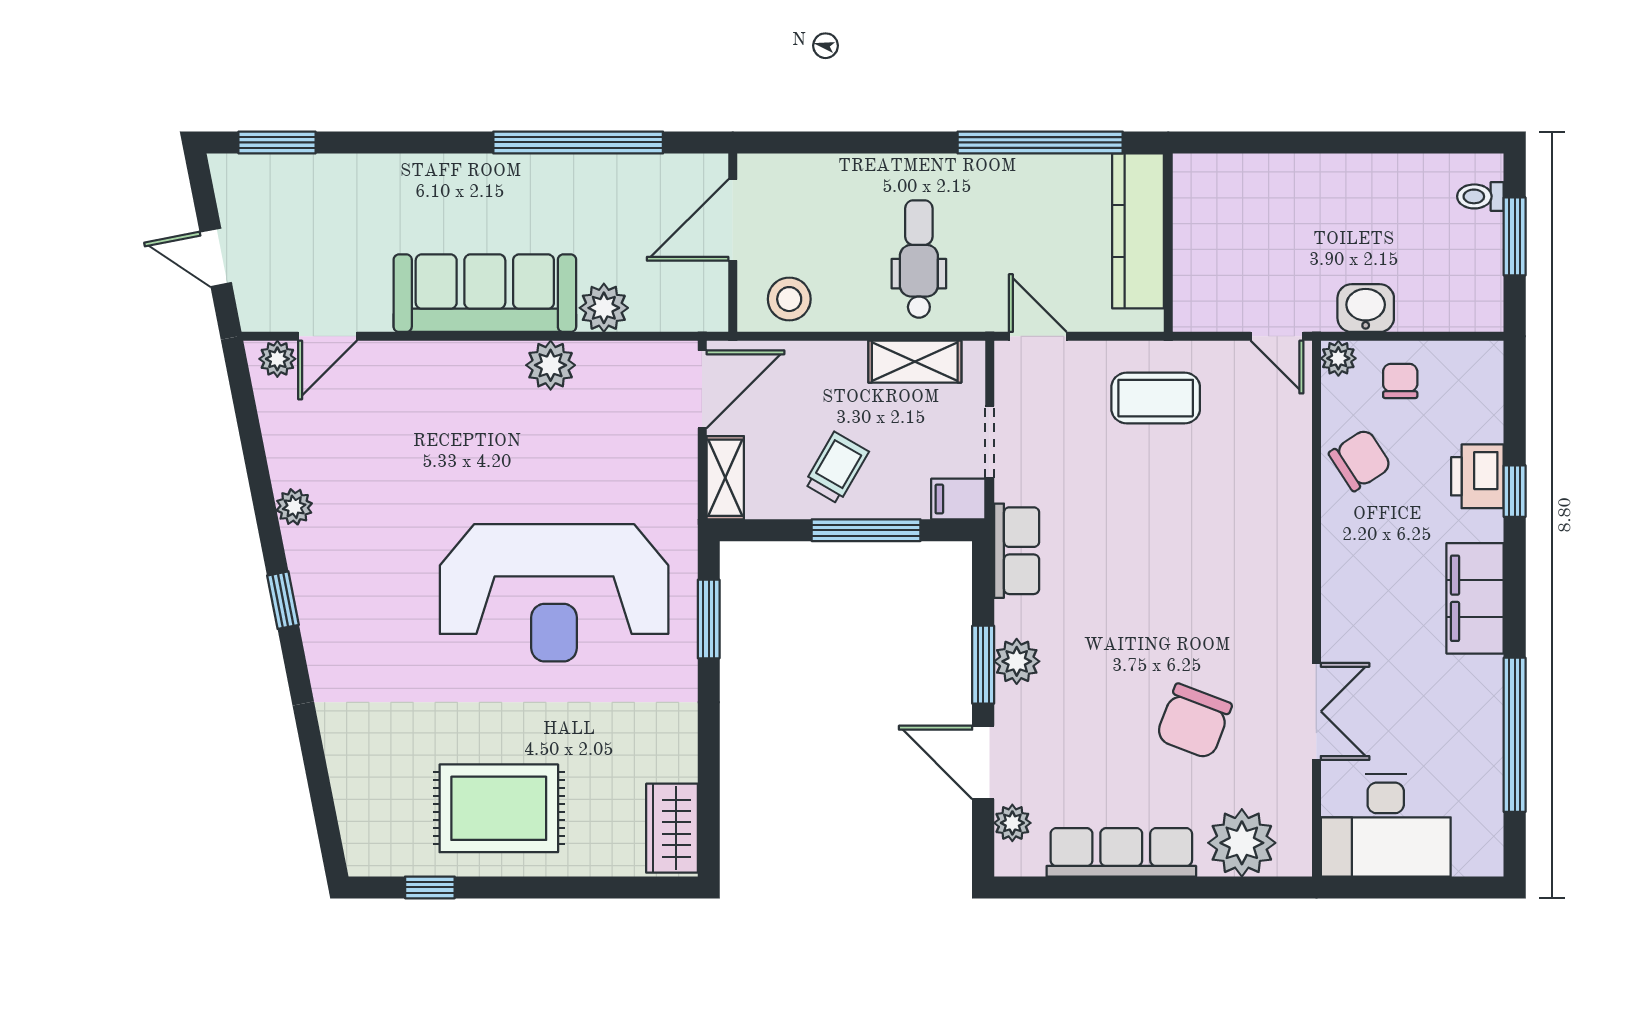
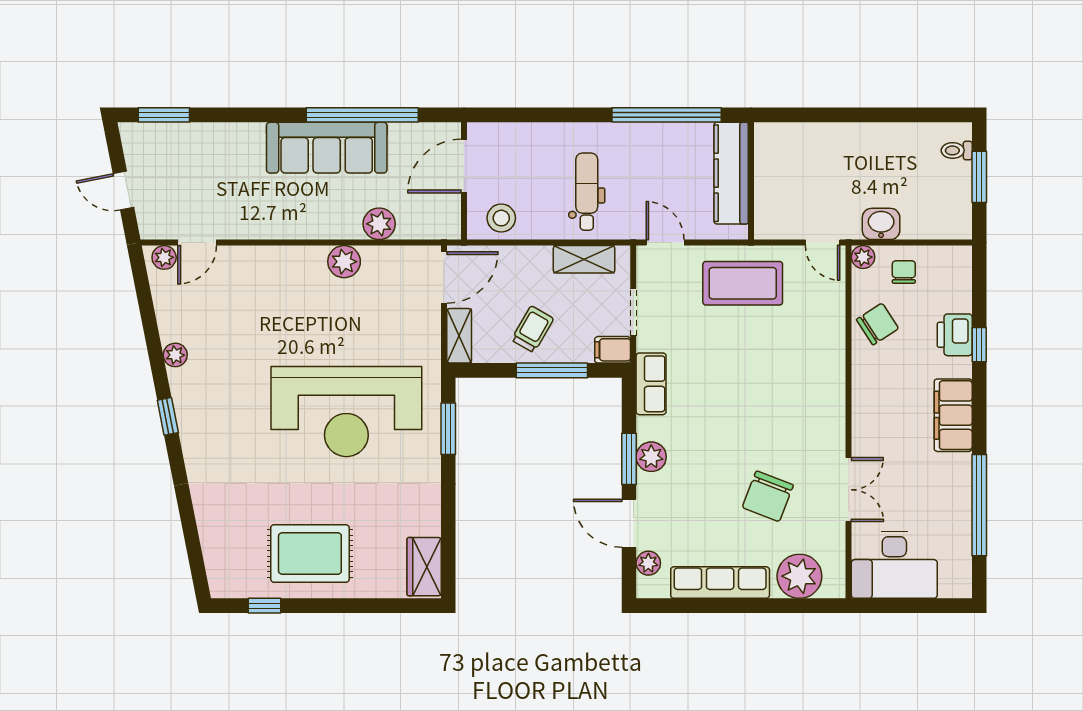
sofa: (485, 293) -> (327, 148), moved, turned 180
coffee table: (1156, 398) -> (743, 283), width x1.36, depth x1.32

